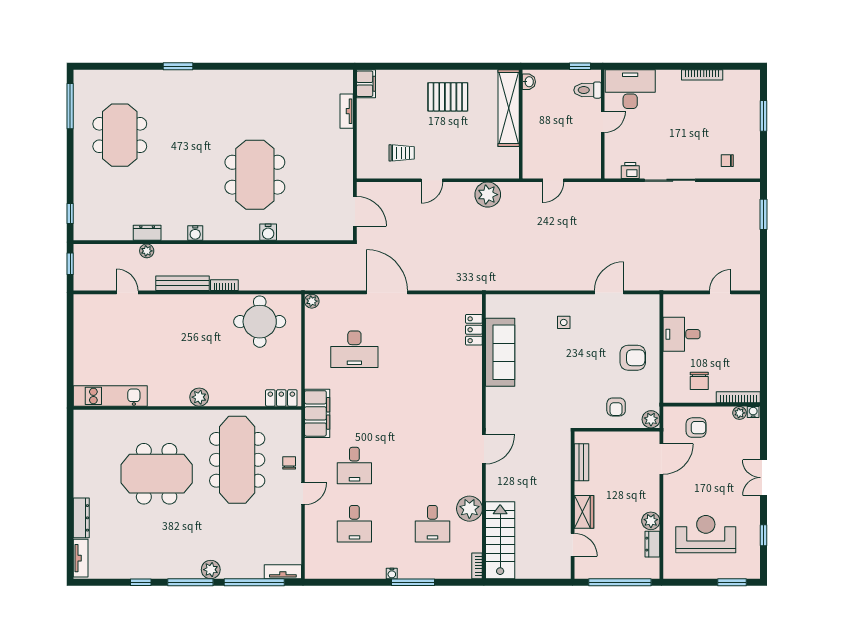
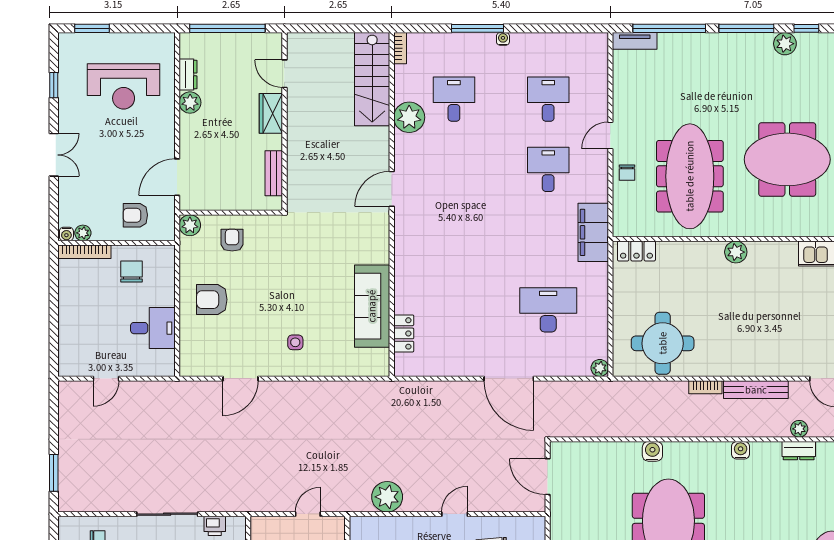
plant: (211, 570) -> (785, 44), moved

